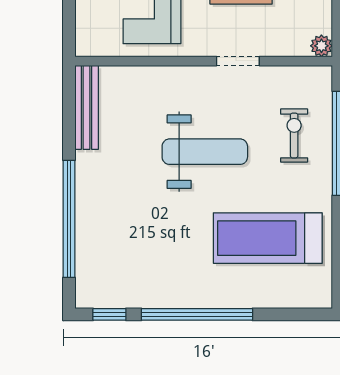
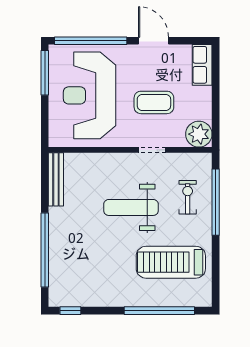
plant: (321, 46) -> (199, 134), width x1.88, depth x1.88
weight bench: (205, 152) -> (131, 207), turned 180
window: (197, 314) -> (159, 311), moved

